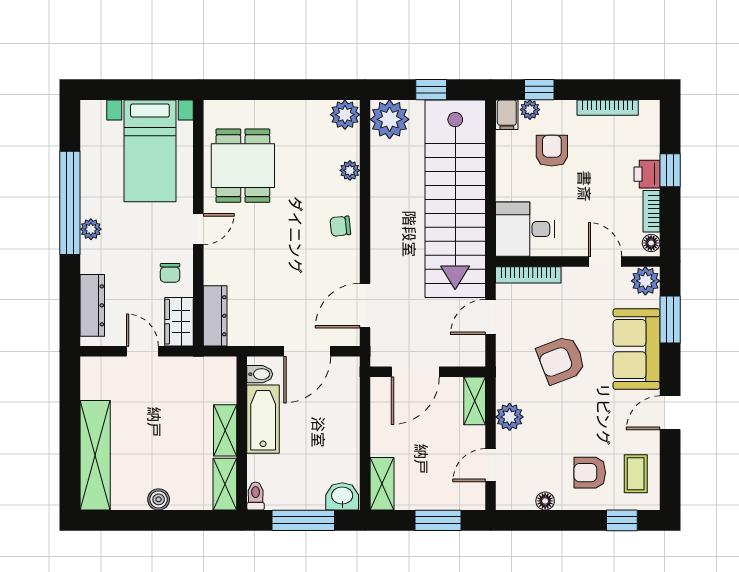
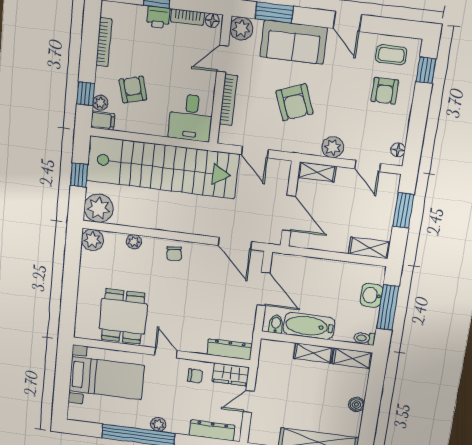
armchair: (552, 151) -> (133, 90), turned 75
dining table: (243, 166) -> (123, 316), turned 90
bookcase: (528, 275) -> (228, 100), moved
washbasin: (342, 496) -> (371, 295), moved
floor lamp: (545, 501) -> (398, 150), moved

